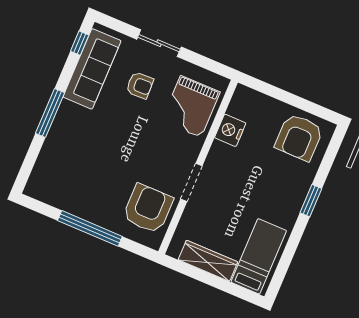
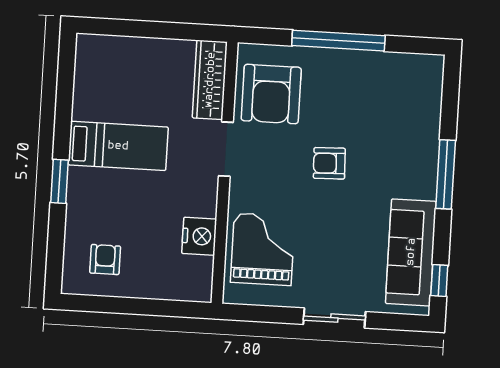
armchair: (140, 85) -> (329, 163), moved
armchair: (299, 137) -> (105, 260), width x0.53, depth x0.53
bed: (259, 256) -> (118, 146), moved, turned -90
wardrobe: (208, 261) -> (210, 80), moved, turned 90

